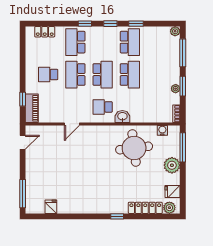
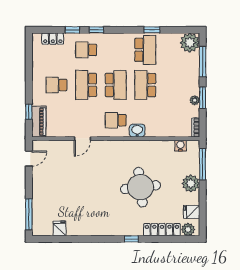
window: (110, 24) -> (72, 30), moved
plant: (175, 31) -> (190, 43), width x1.88, depth x1.88
school desk: (75, 42) -> (86, 50), width x0.54
school desk: (130, 75) -> (145, 85), turned 180
round table: (134, 148) -> (140, 187), moved

